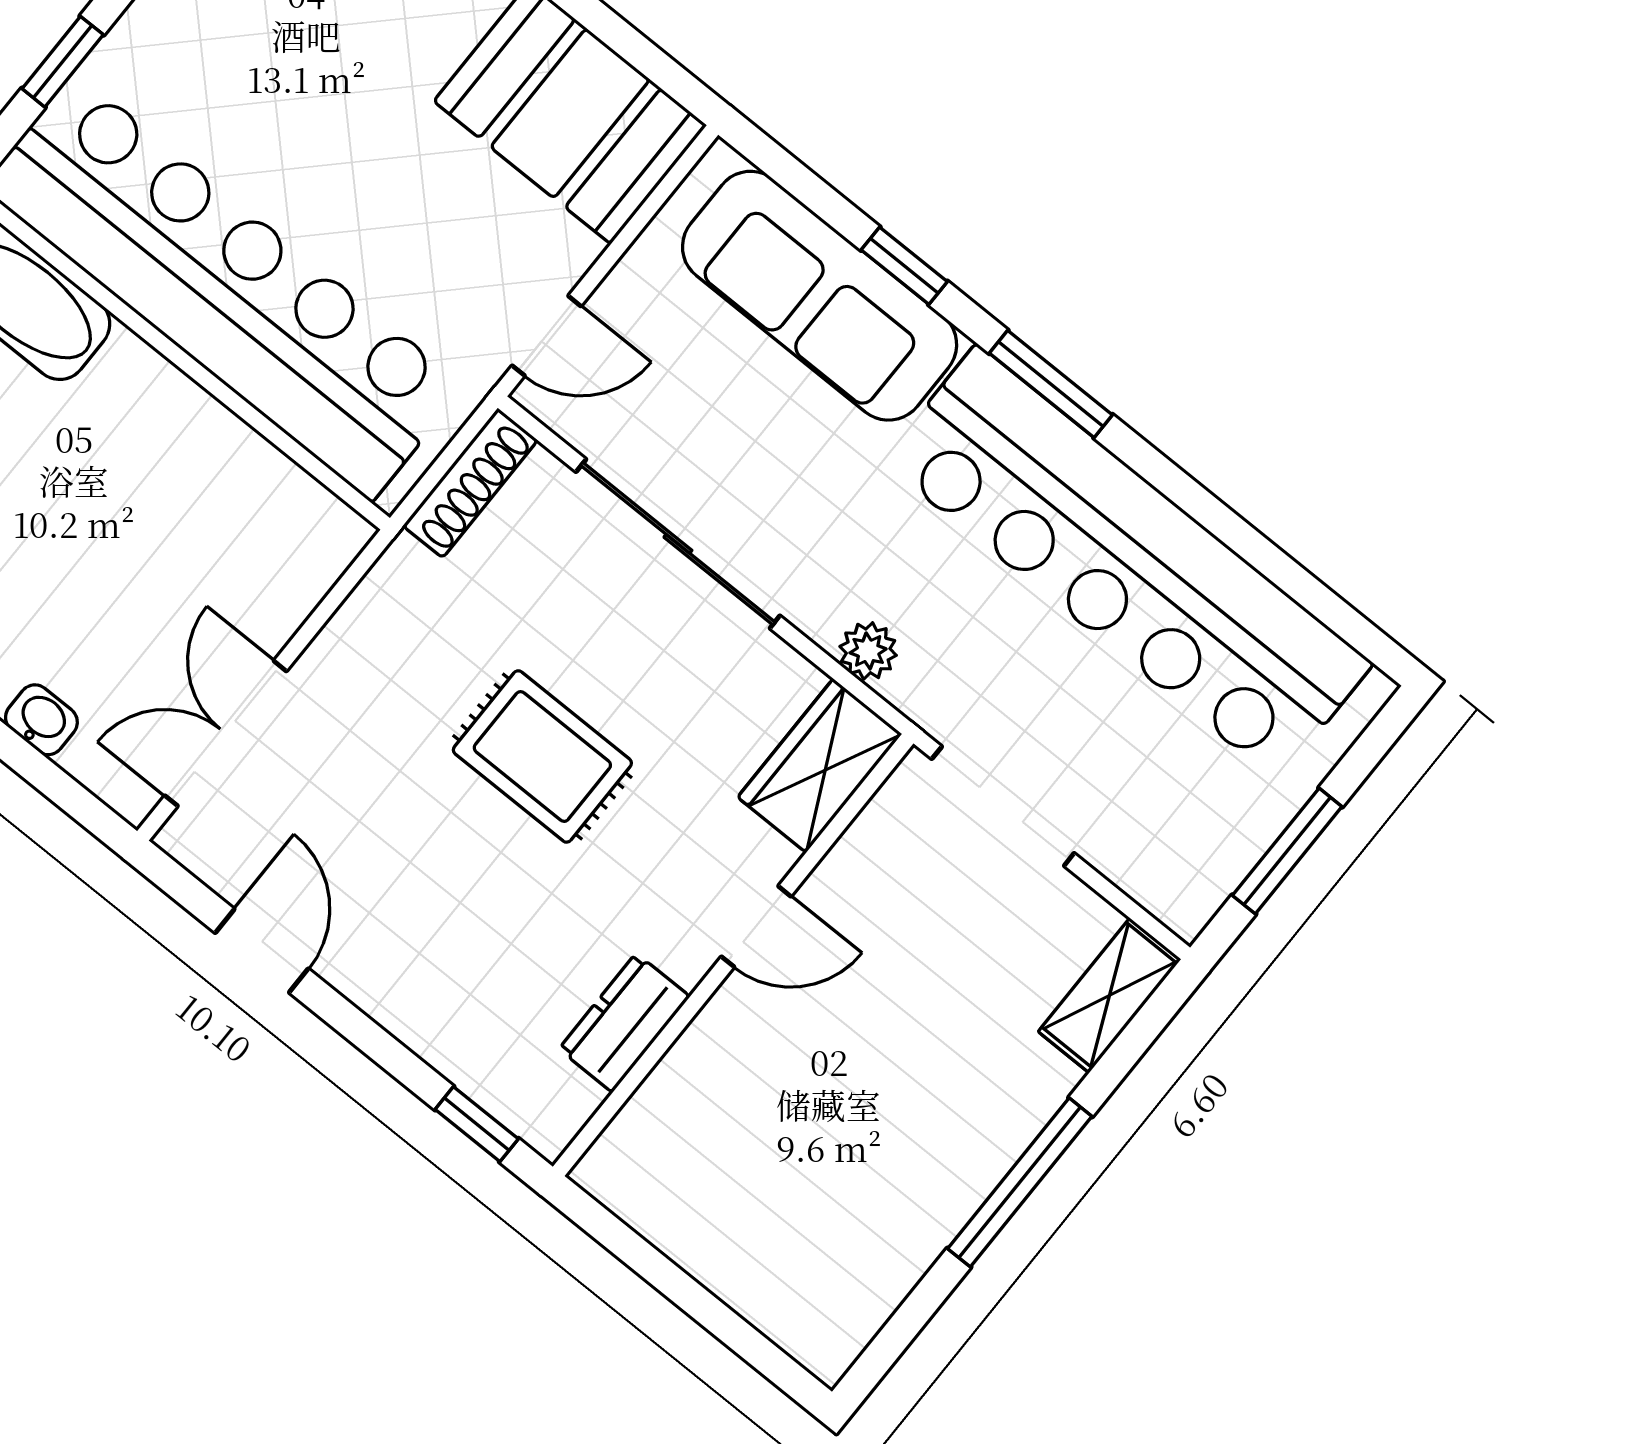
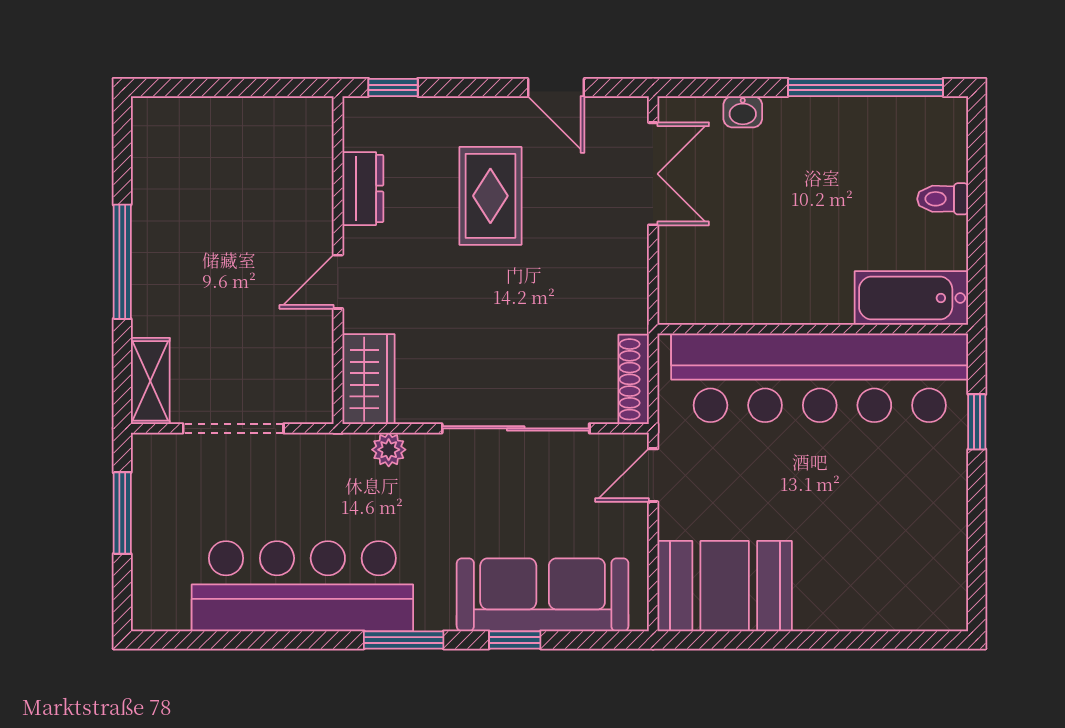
bar counter: (1127, 563) -> (302, 586), width x0.73
rug: (542, 756) -> (490, 196), moved, turned 90
doorway: (1003, 806) -> (233, 428), moved

